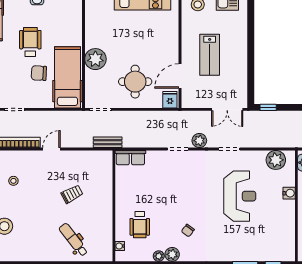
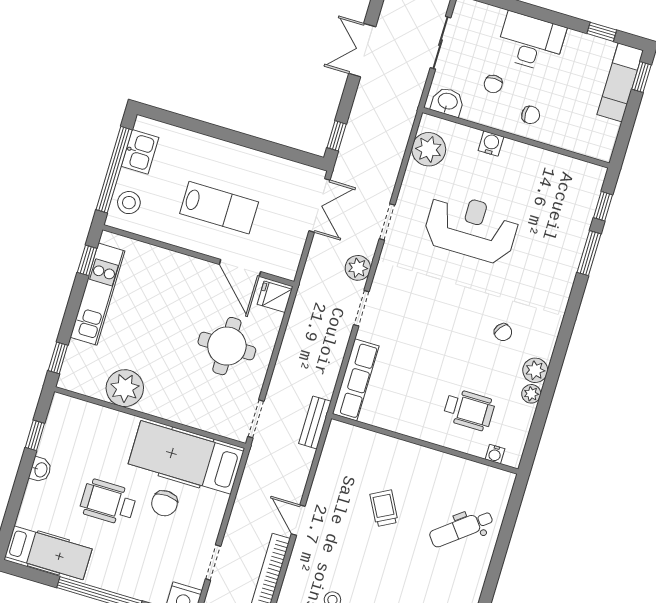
plant: (95, 59) -> (125, 388), moved
row of seats: (130, 158) -> (356, 380), width x1.48

